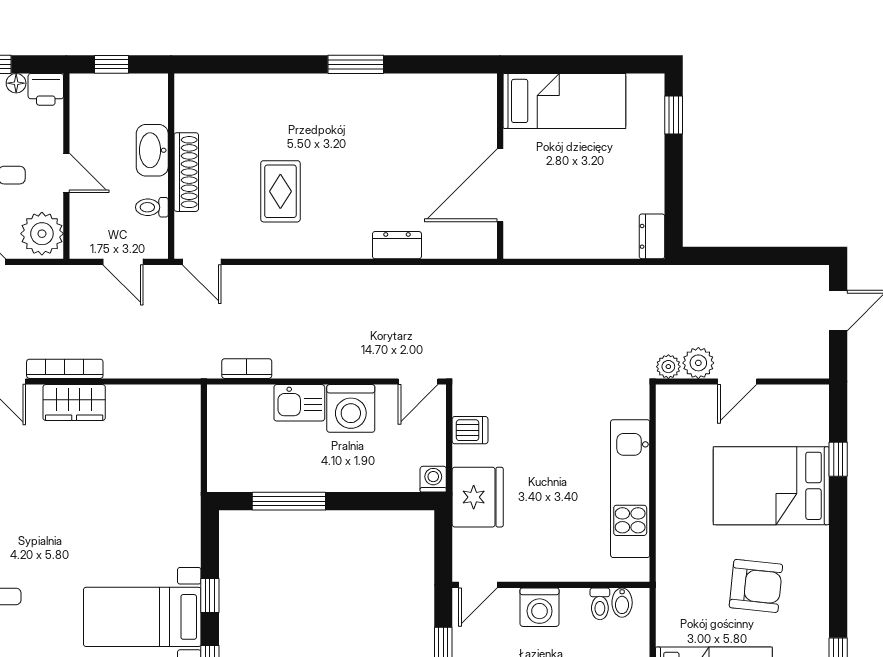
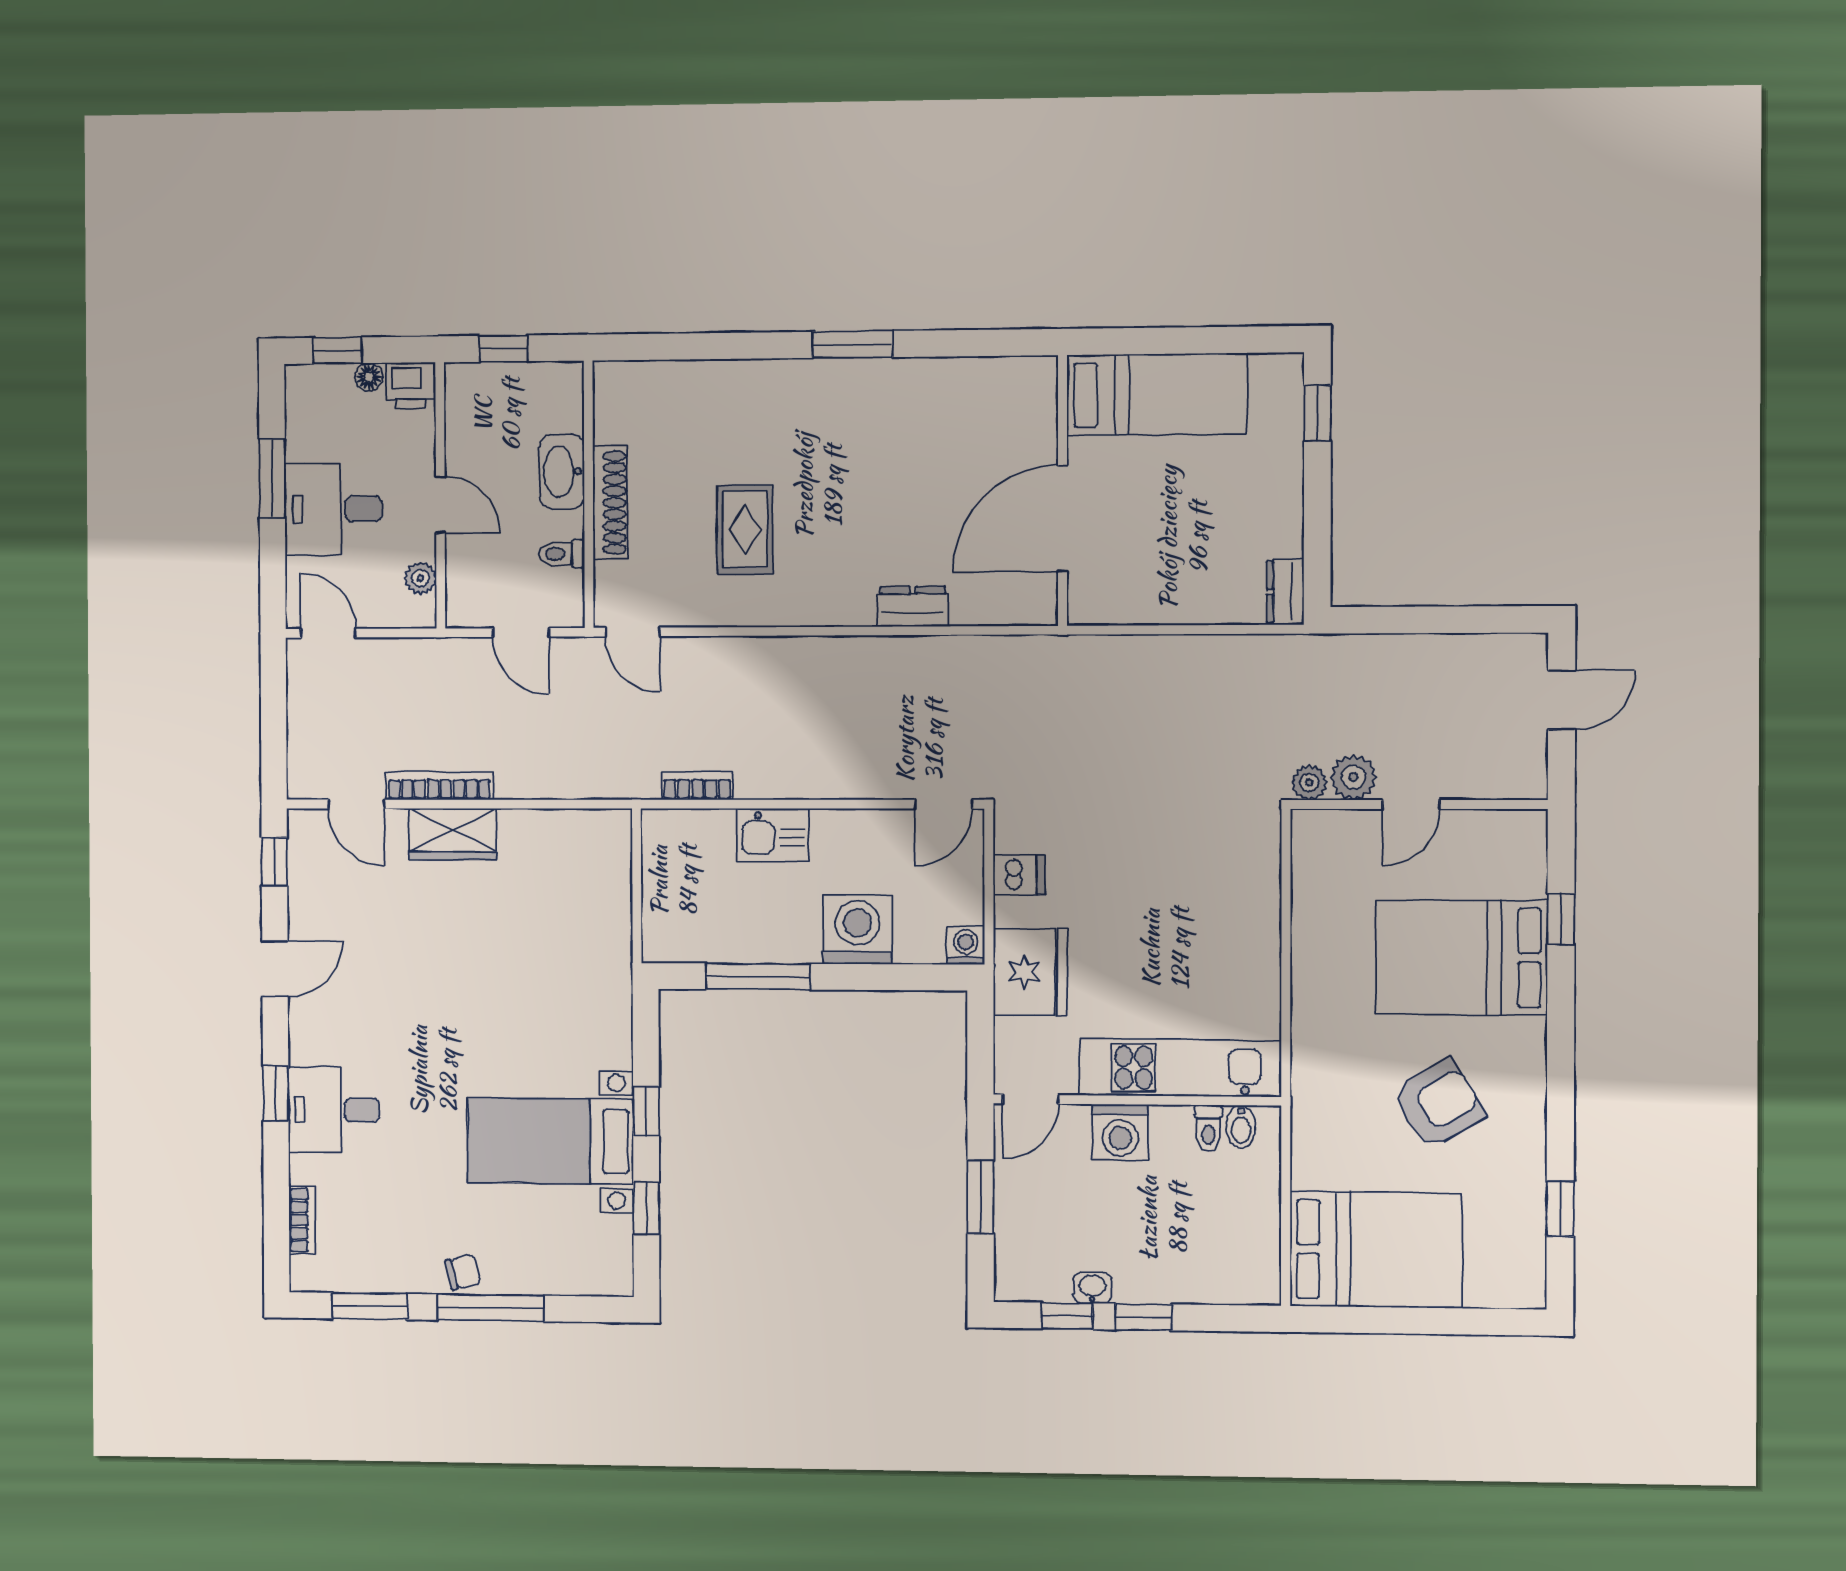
plant: (42, 234) -> (420, 578), width x0.53, depth x0.53
washing machine: (351, 408) -> (857, 930), moved, turned 180
kitchen unit: (630, 489) -> (1180, 1068), moved, turned 90
armchair: (756, 586) -> (1438, 1104), turned -37

